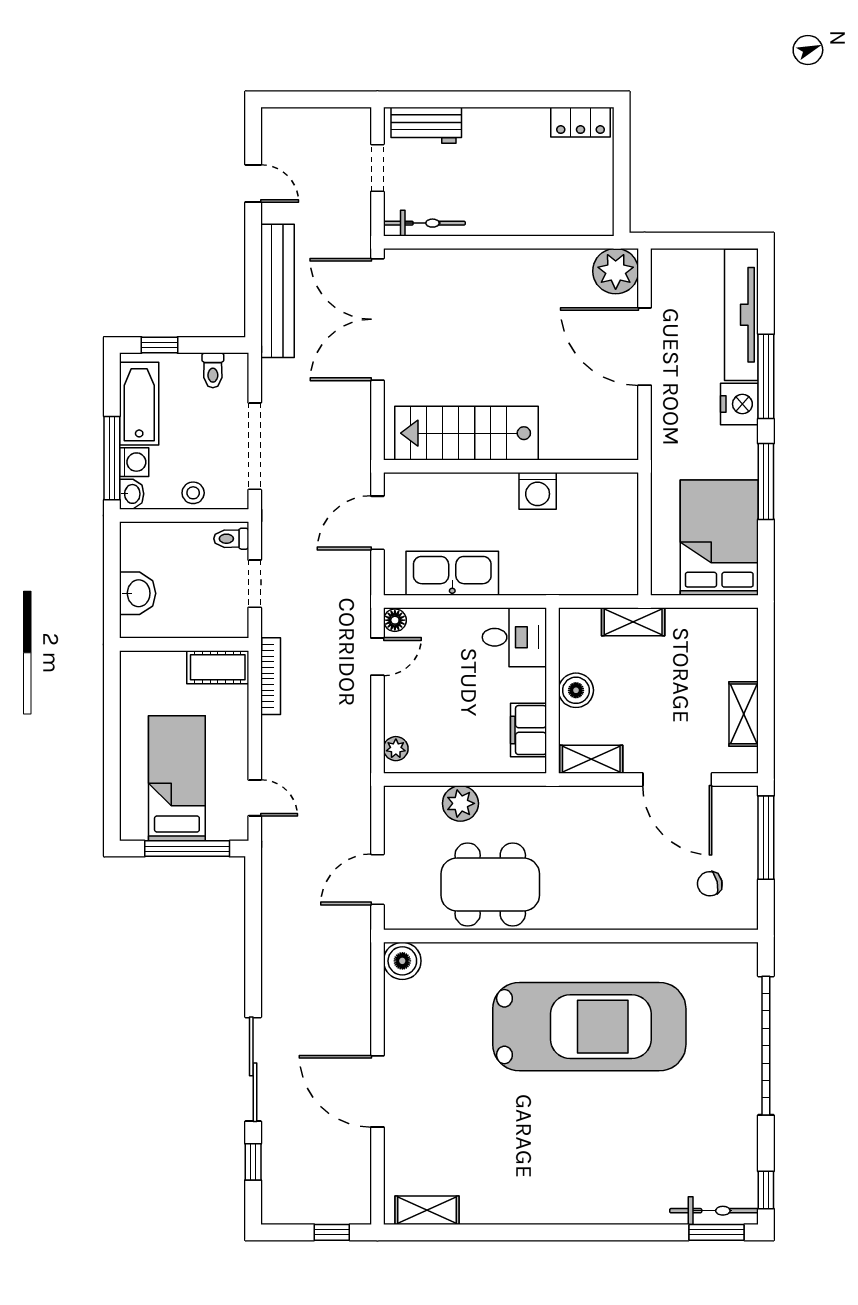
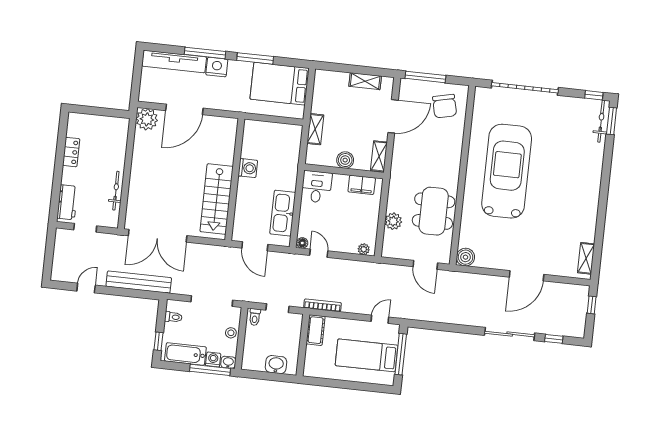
locker: (581, 122) -> (71, 152), moved
bicycle: (424, 223) -> (116, 191), moved
chair: (710, 884) -> (445, 106), width x1.87, depth x1.87

